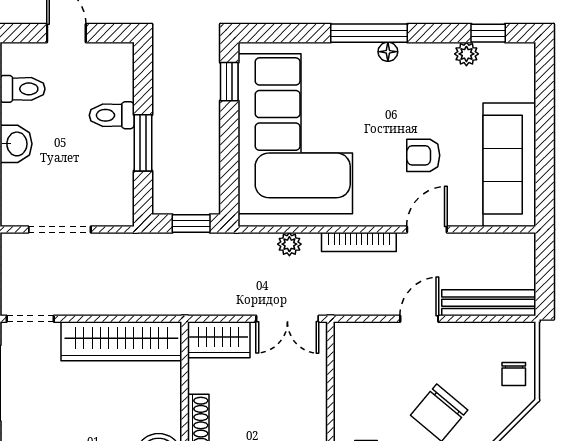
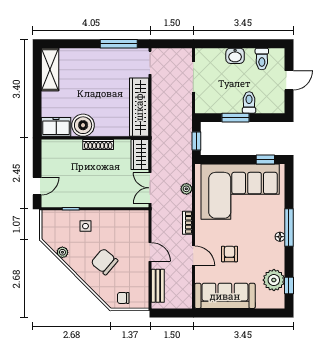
plant: (466, 54) -> (274, 280), width x1.88, depth x1.88
bookcase: (359, 242) -> (187, 223), width x0.64
bench: (488, 303) -> (158, 286), width x0.73

